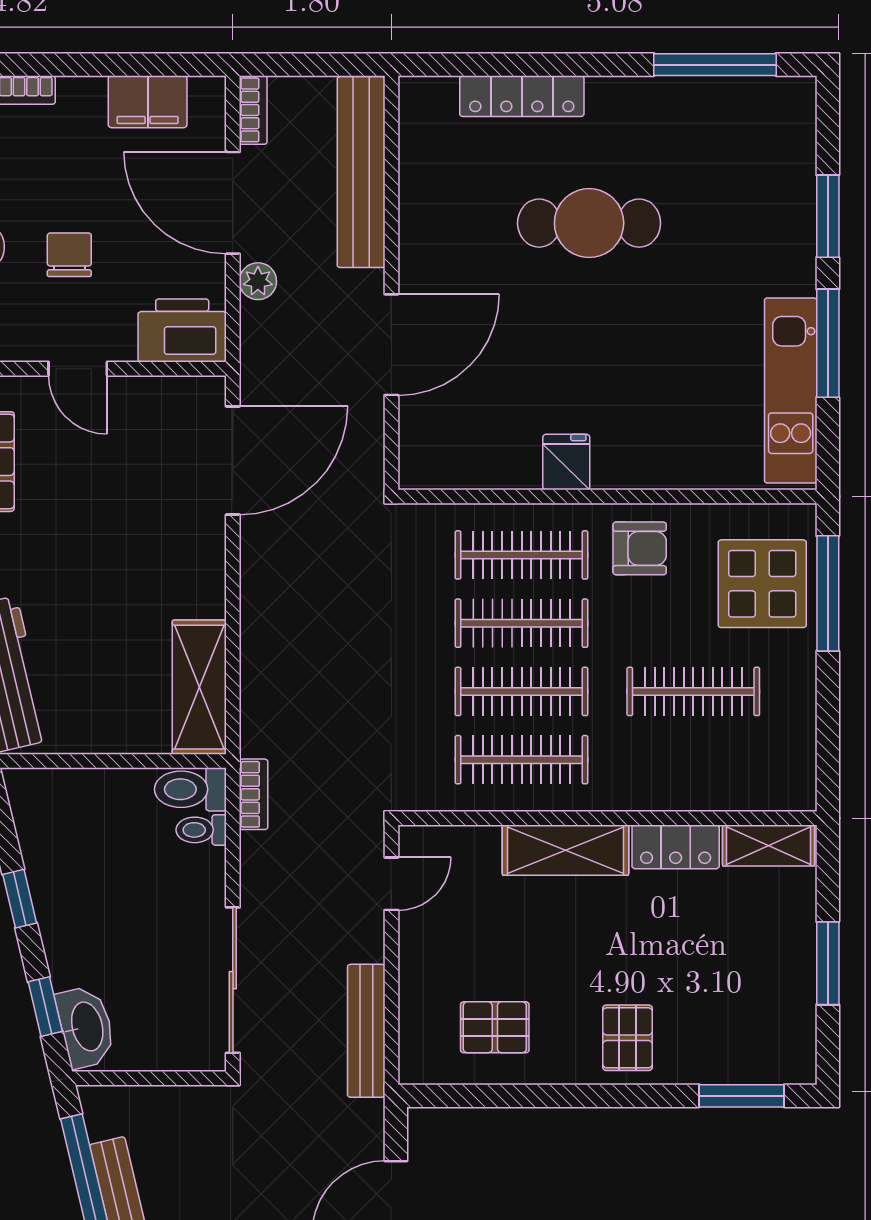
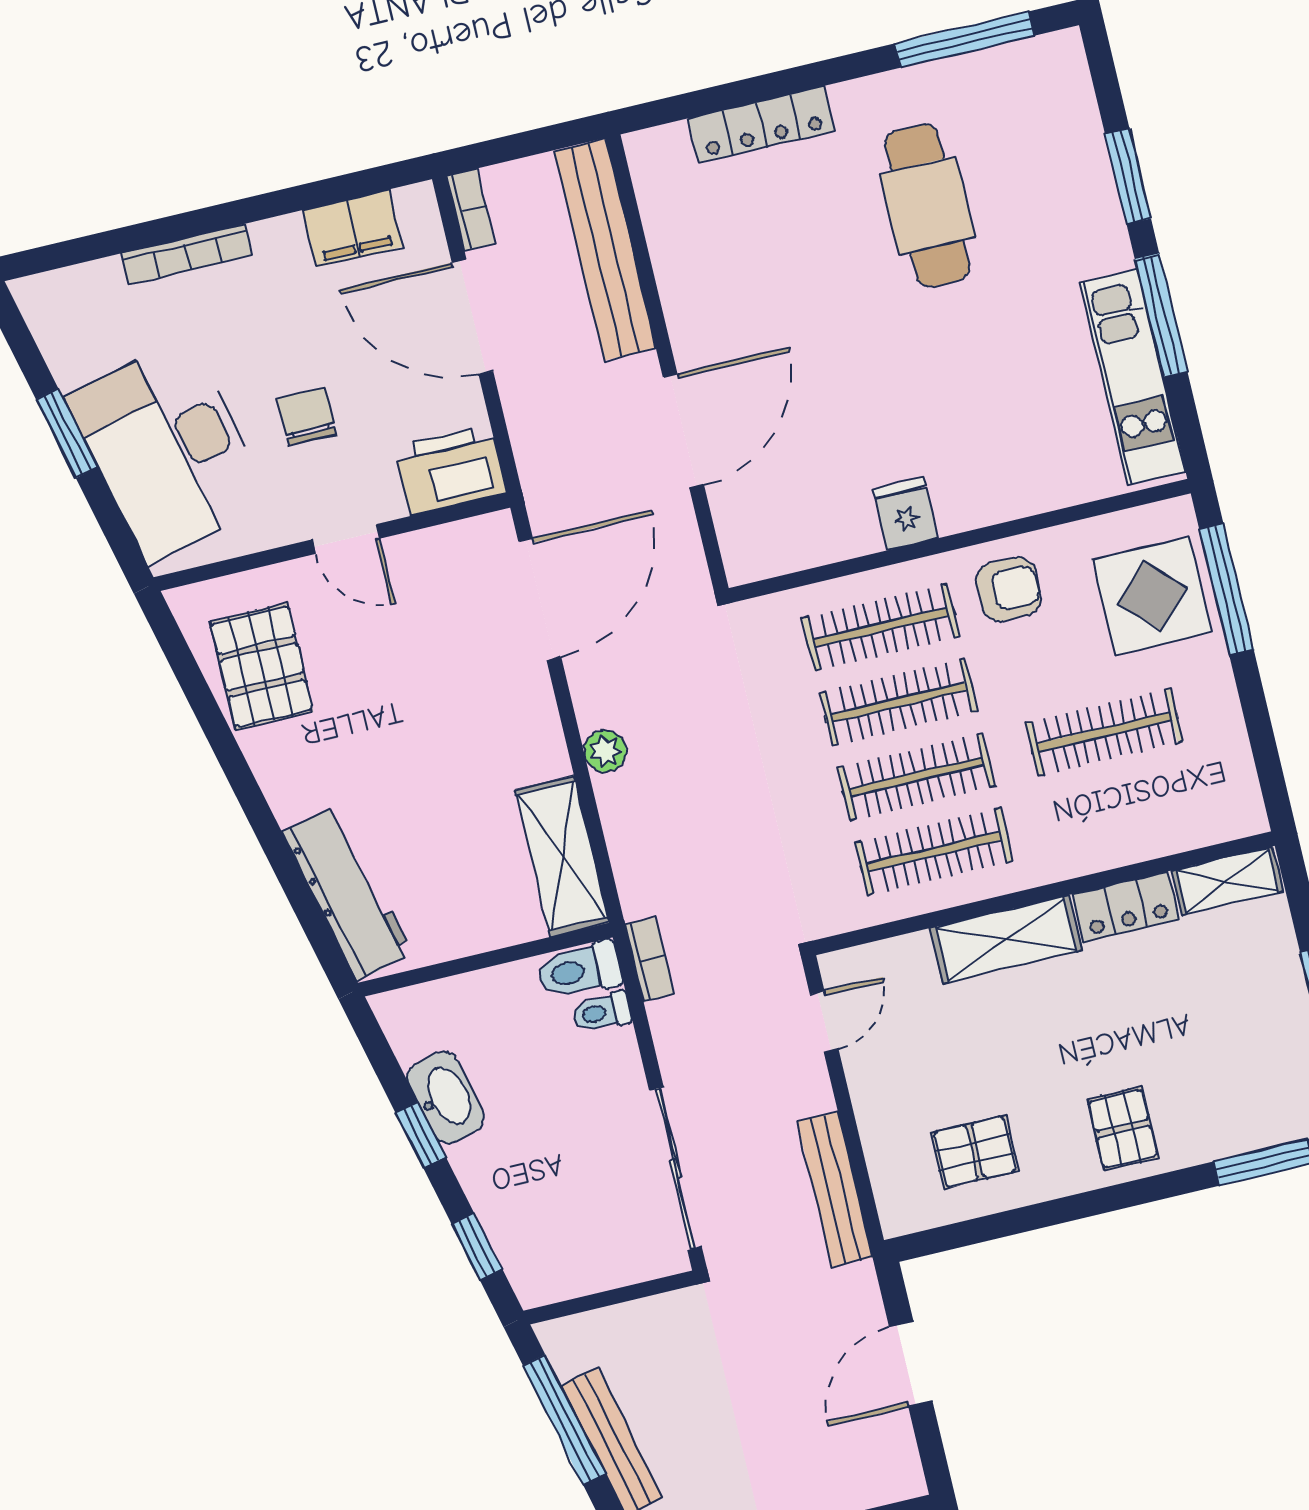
cafe table: (589, 223) -> (927, 205), moved, turned 90
plant: (258, 281) -> (605, 751), moved
washbasin: (86, 1027) -> (446, 1098), moved

